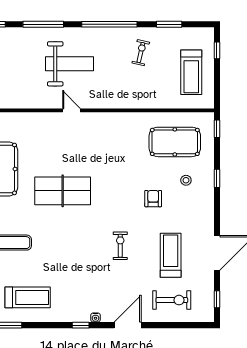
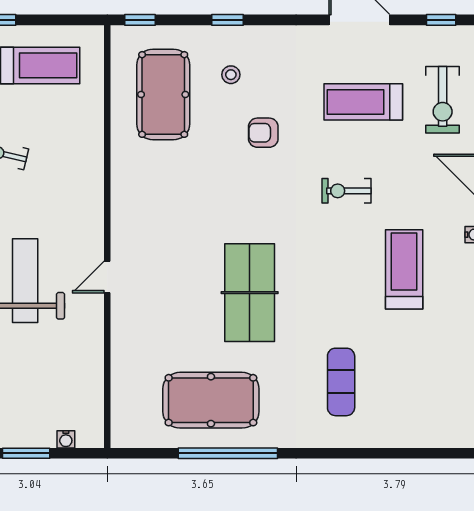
treadmill: (28, 297) -> (404, 269), moved
exercise bike: (172, 300) -> (443, 100), turned 180

